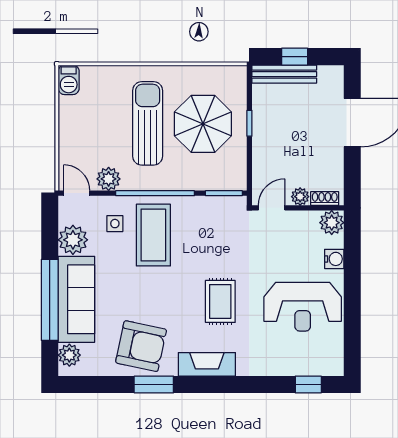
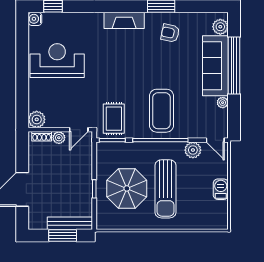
window: (295, 57) -> (63, 236), width x1.50
barbecue: (69, 80) -> (221, 189), moved
side table: (115, 224) -> (188, 119), removed
plant: (73, 240) -> (223, 103), width x0.53, depth x0.53
water cooler: (334, 259) -> (35, 19), moved
rug: (220, 301) -> (114, 119), moved
armchair: (141, 346) -> (170, 33), width x0.53, depth x0.53

